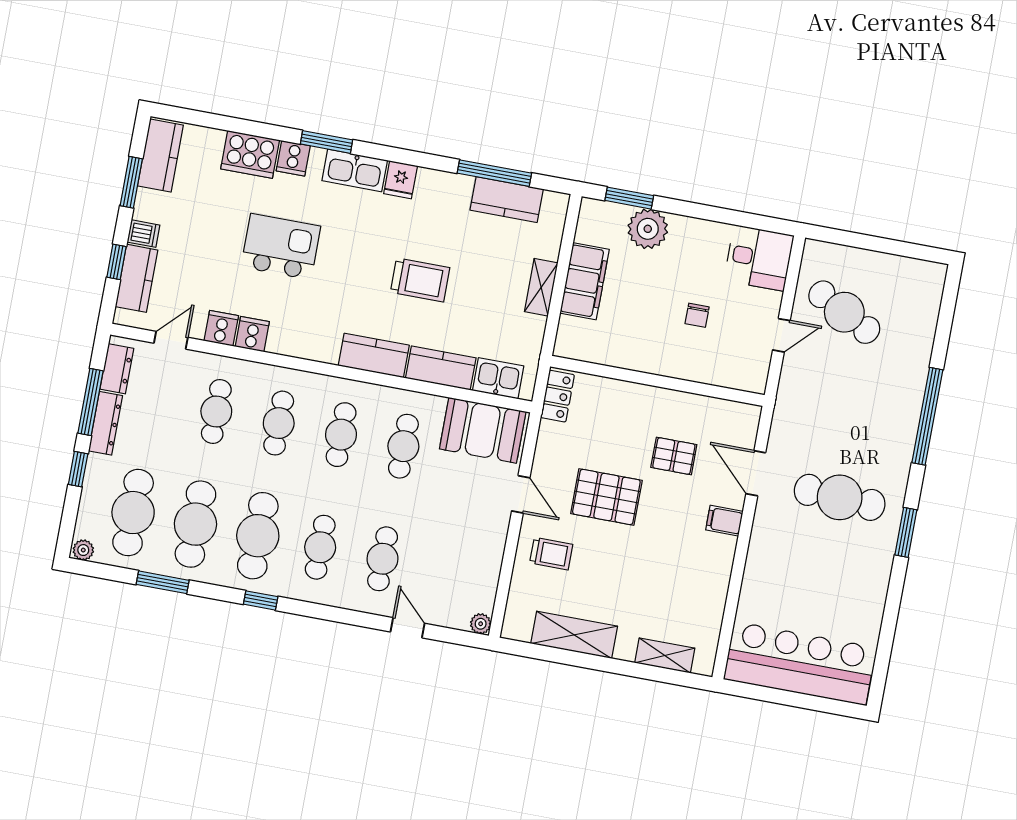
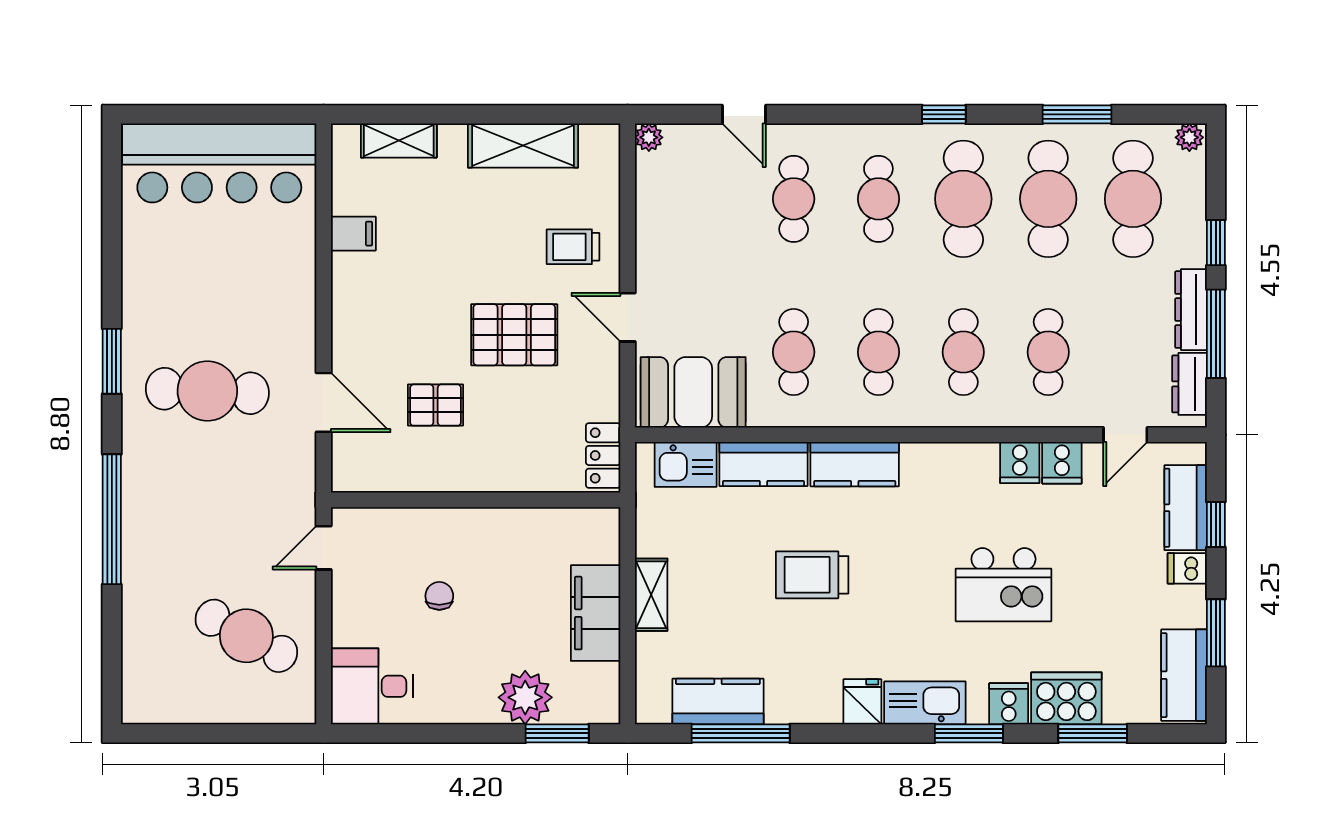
window: (236, 125) -> (1093, 733), added
door: (781, 335) -> (324, 548), moved
filing cabinet: (724, 521) -> (353, 234), moved

